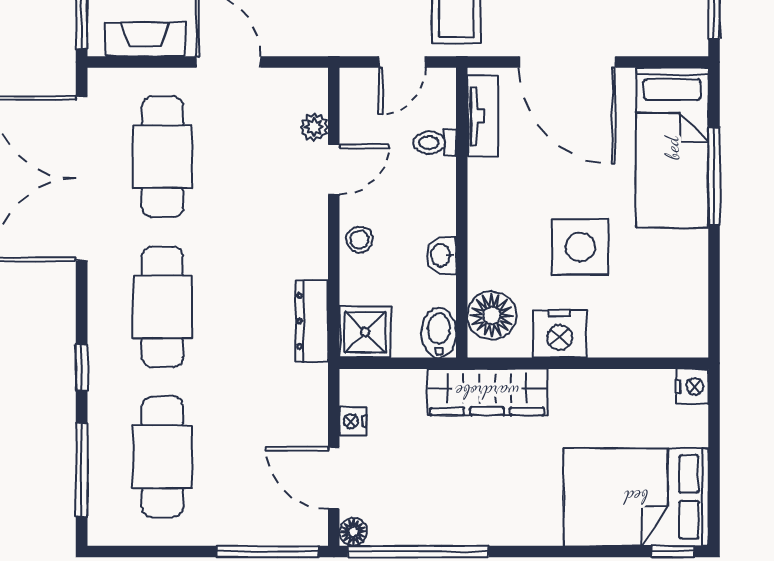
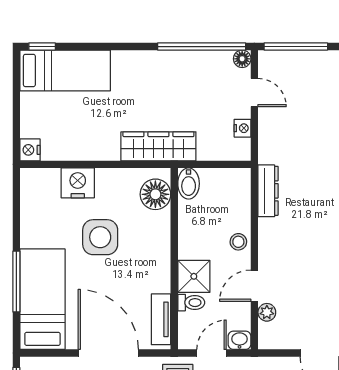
washbasin: (441, 255) -> (239, 340), moved, turned -90
shower: (365, 332) -> (194, 276), moved
nightstand: (560, 334) -> (78, 183), moved
door: (334, 478) -> (254, 93), width x0.73
bed: (636, 497) -> (65, 70), width x0.67

